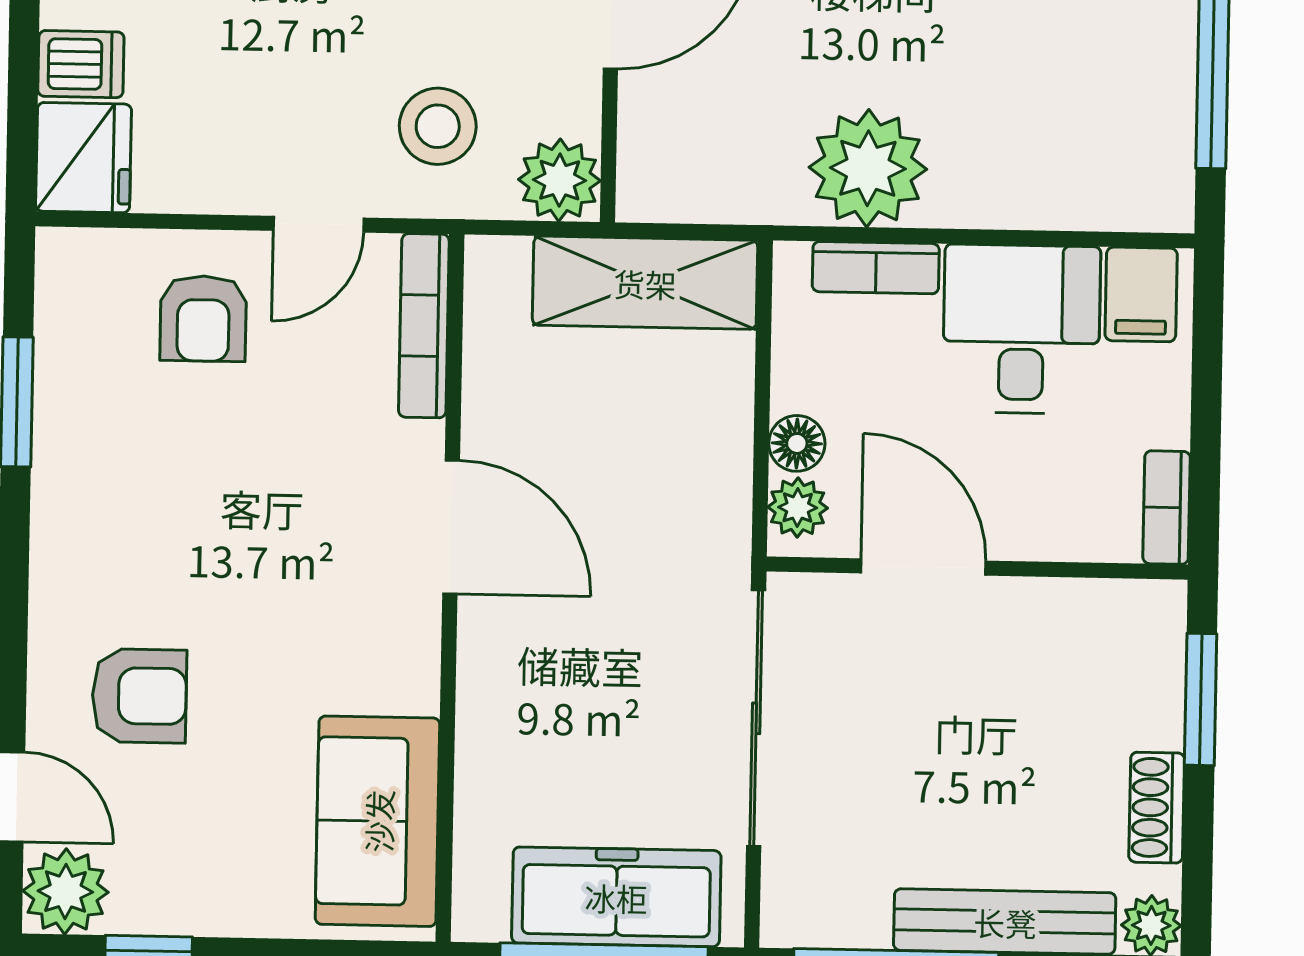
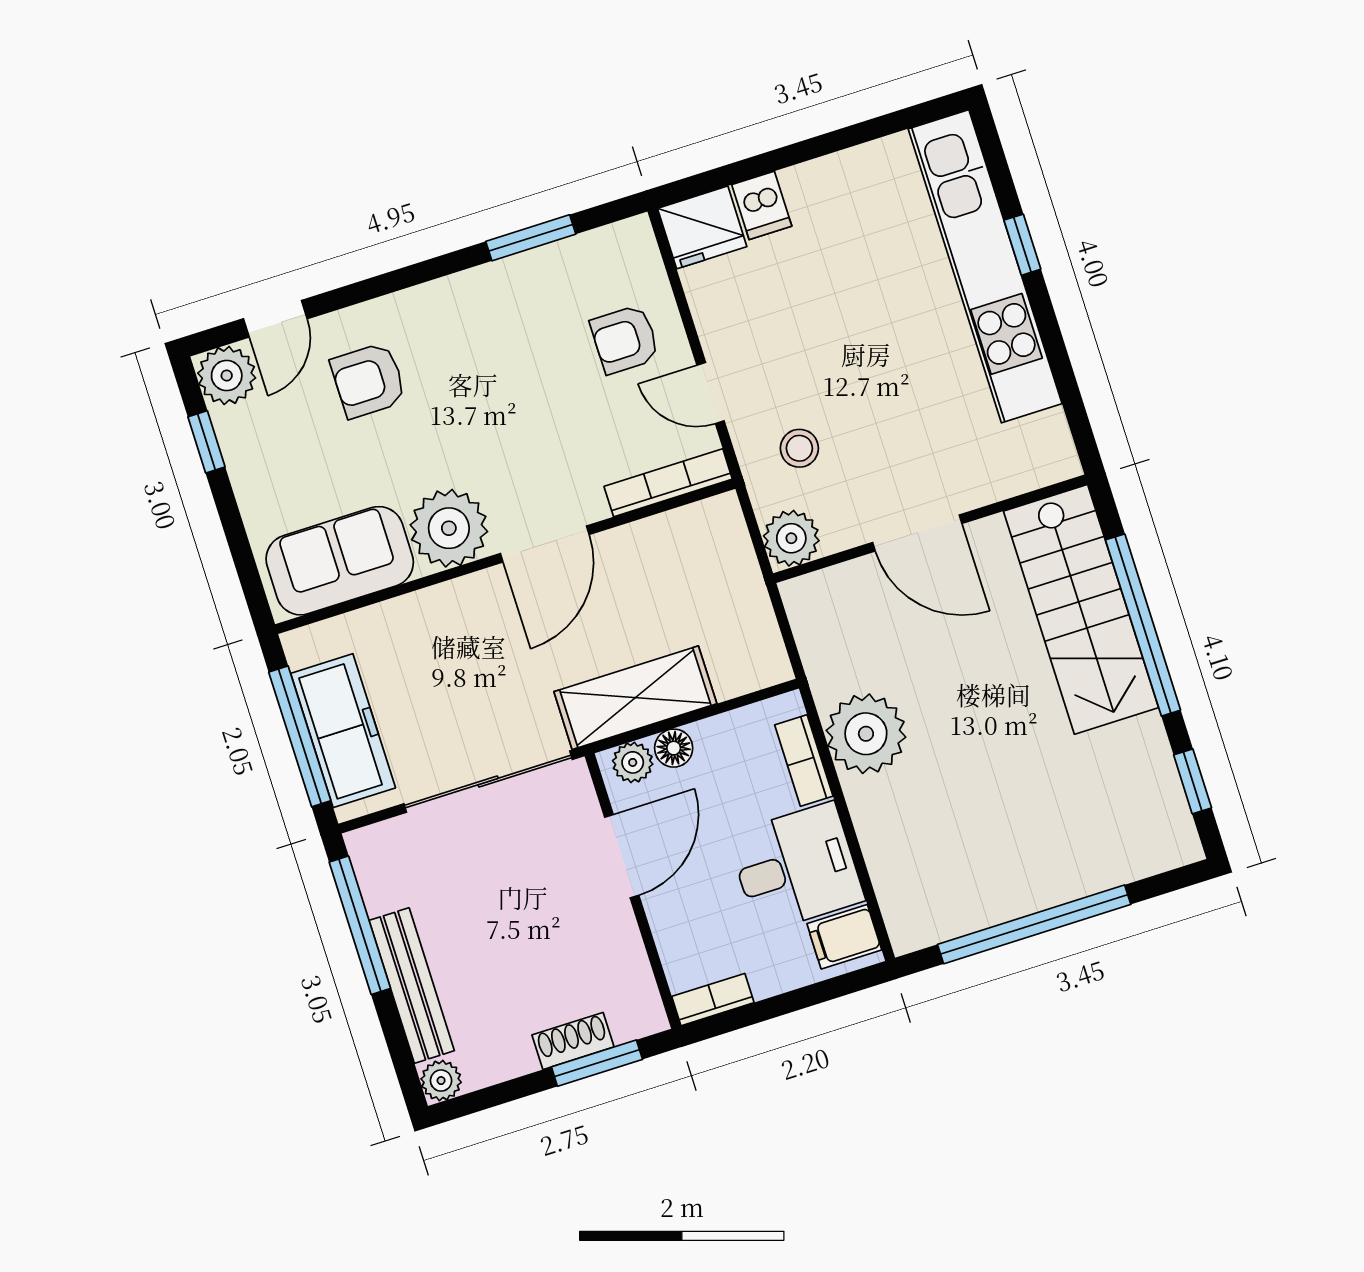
stool: (438, 126) -> (799, 448), width x0.73, depth x0.73
shelving: (645, 283) -> (635, 698), moved, turned 90
plant: (384, 653) -> (449, 528), added
armchair: (139, 696) -> (368, 380), turned 90
shoe rack: (1157, 808) -> (573, 1041), moved

